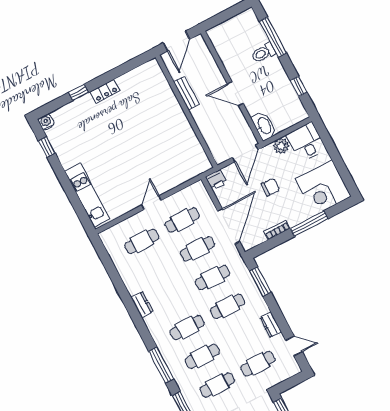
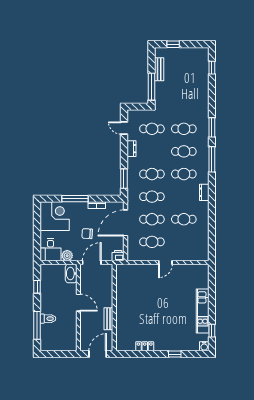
locker: (105, 91) -> (145, 346), moved
kitchen unit: (87, 195) -> (203, 311), moved
cafe table: (142, 241) -> (184, 219), moved
dresser: (142, 304) -> (204, 192), moved

